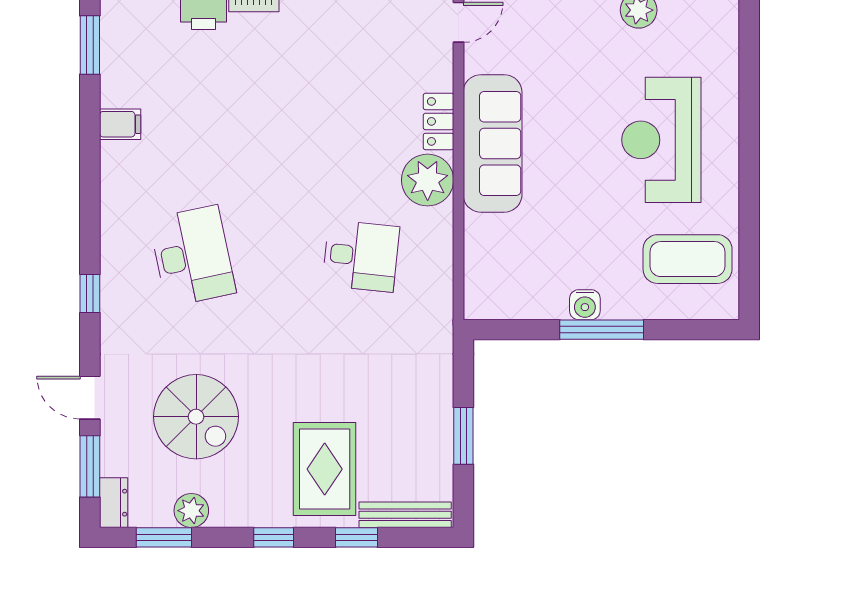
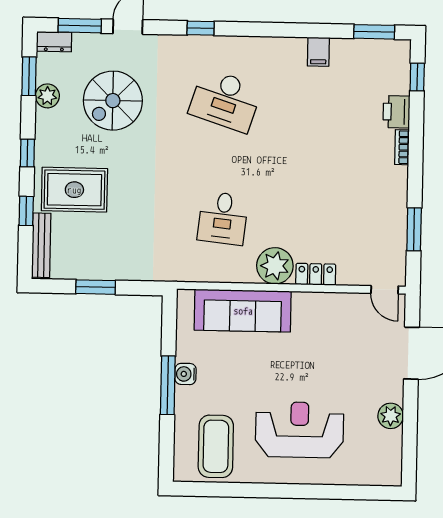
sofa: (493, 143) -> (243, 311), moved
desk: (192, 256) -> (225, 100), turned 30

